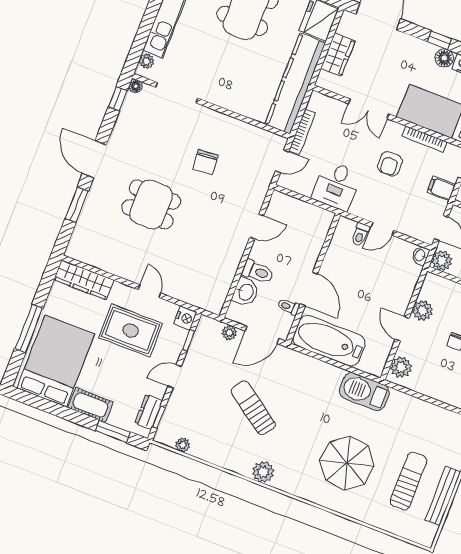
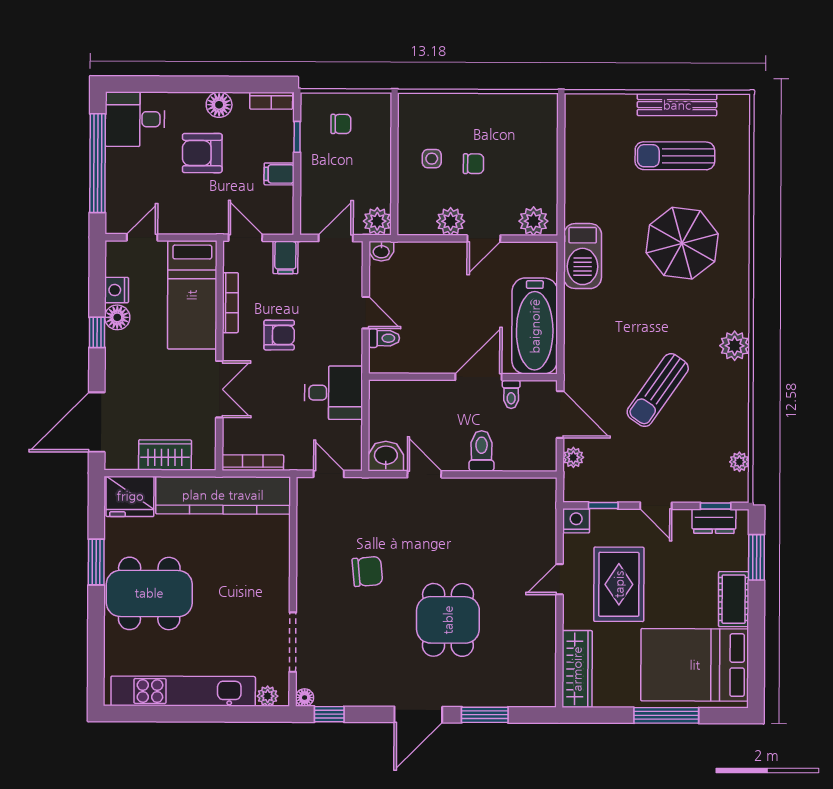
bookcase: (302, 132) -> (253, 463), moved
washbasin: (246, 292) -> (386, 456), moved

